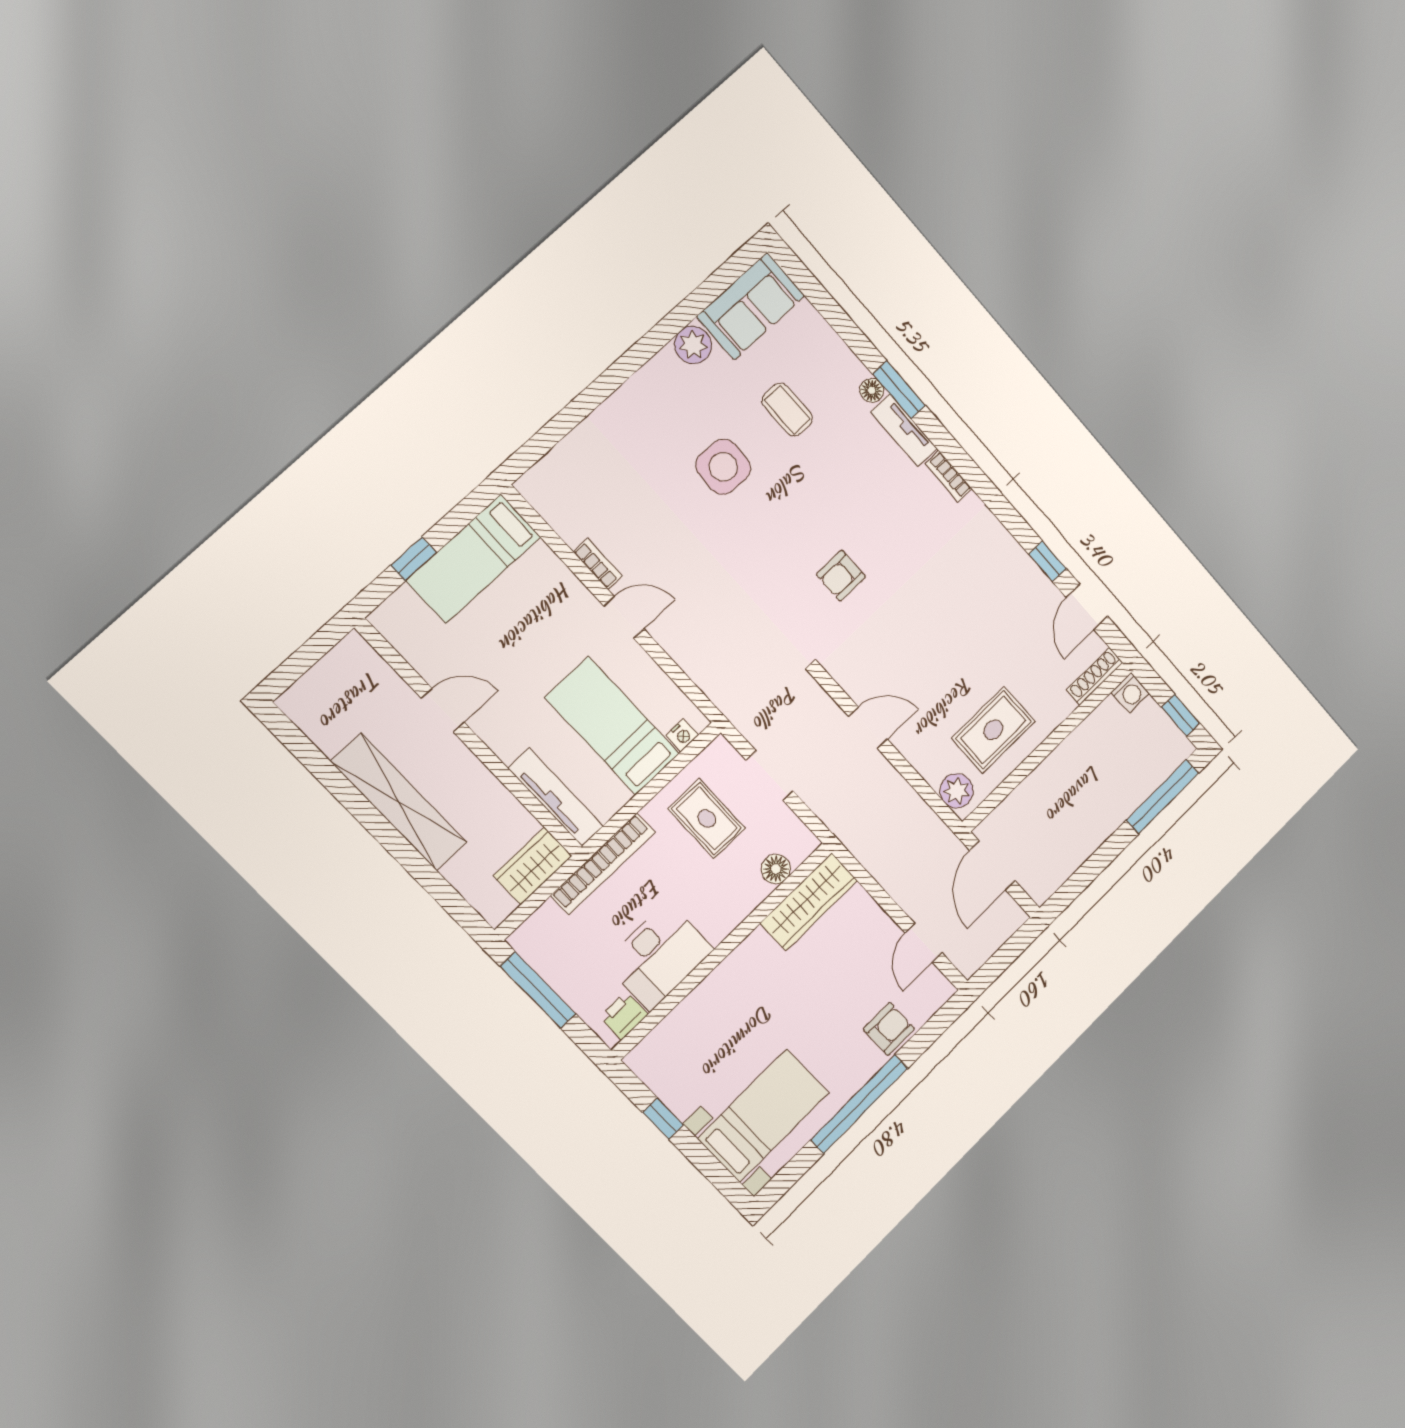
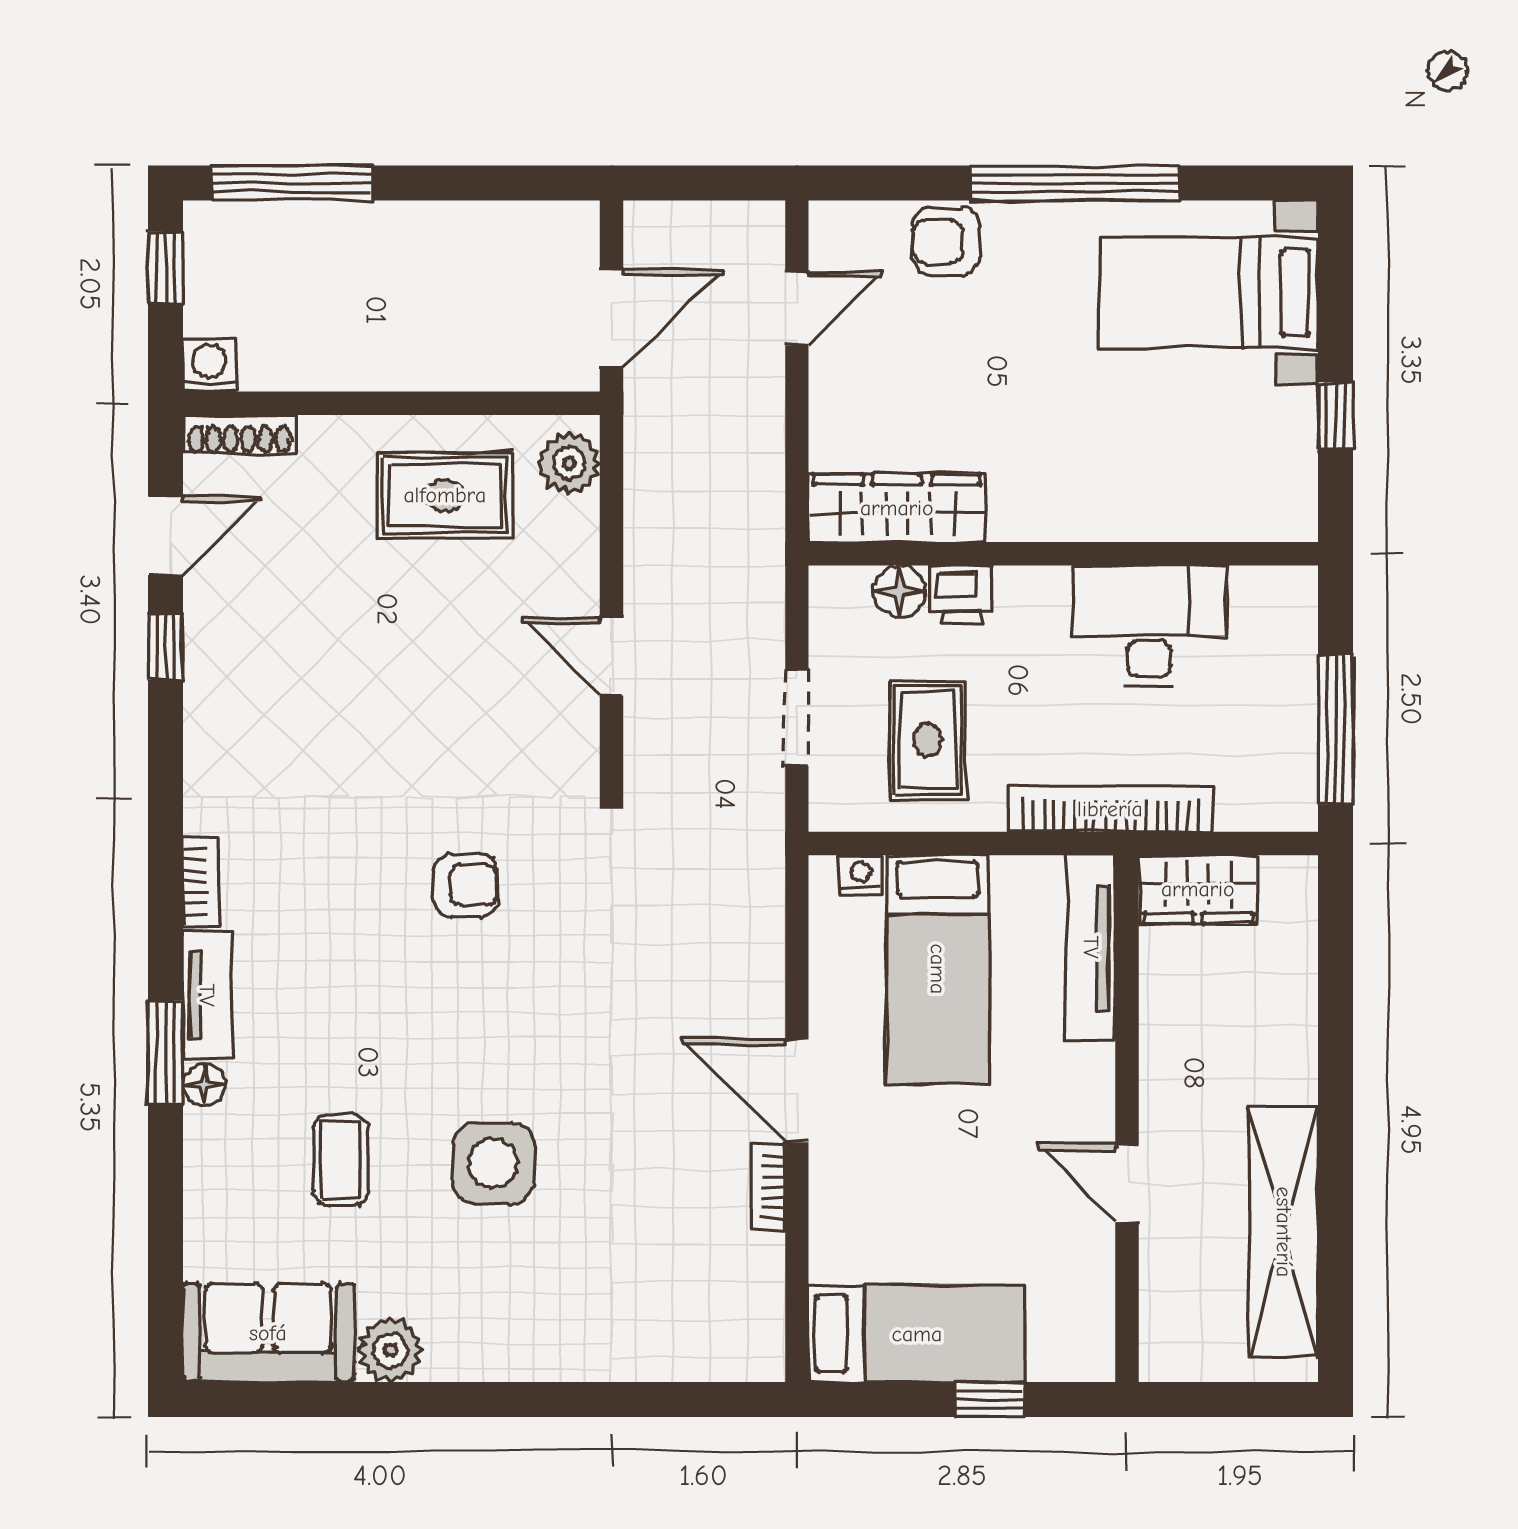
door: (624, 617) -> (797, 1091), width x1.38
shelving: (399, 802) -> (1284, 1232), moved
printer: (624, 1016) -> (962, 594), moved

